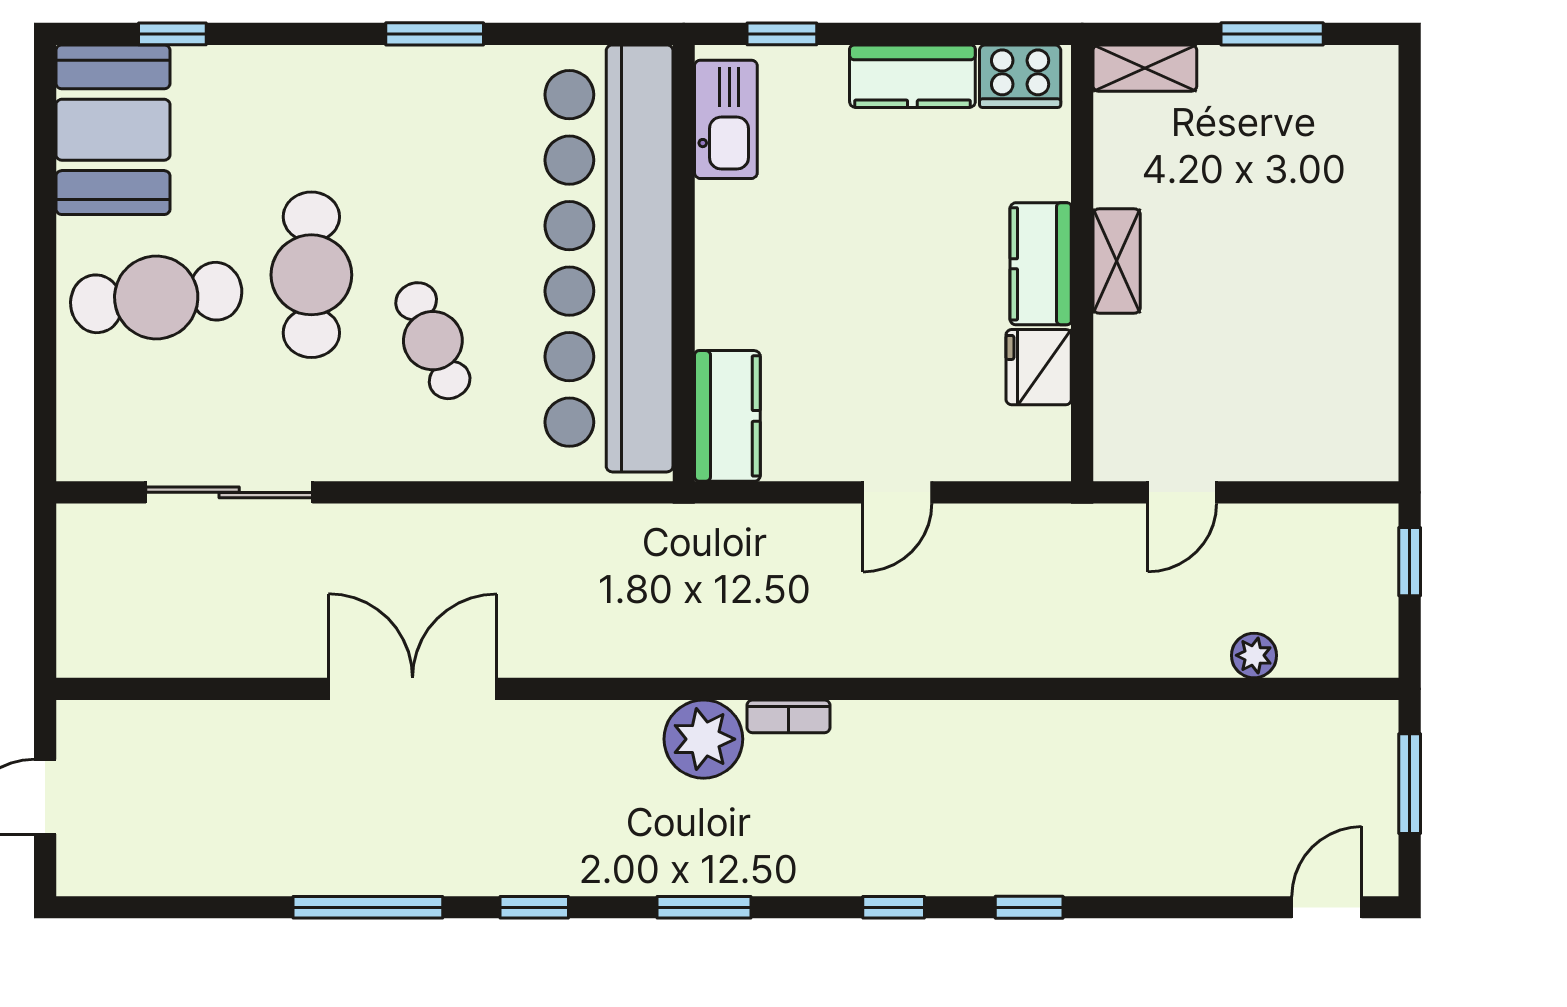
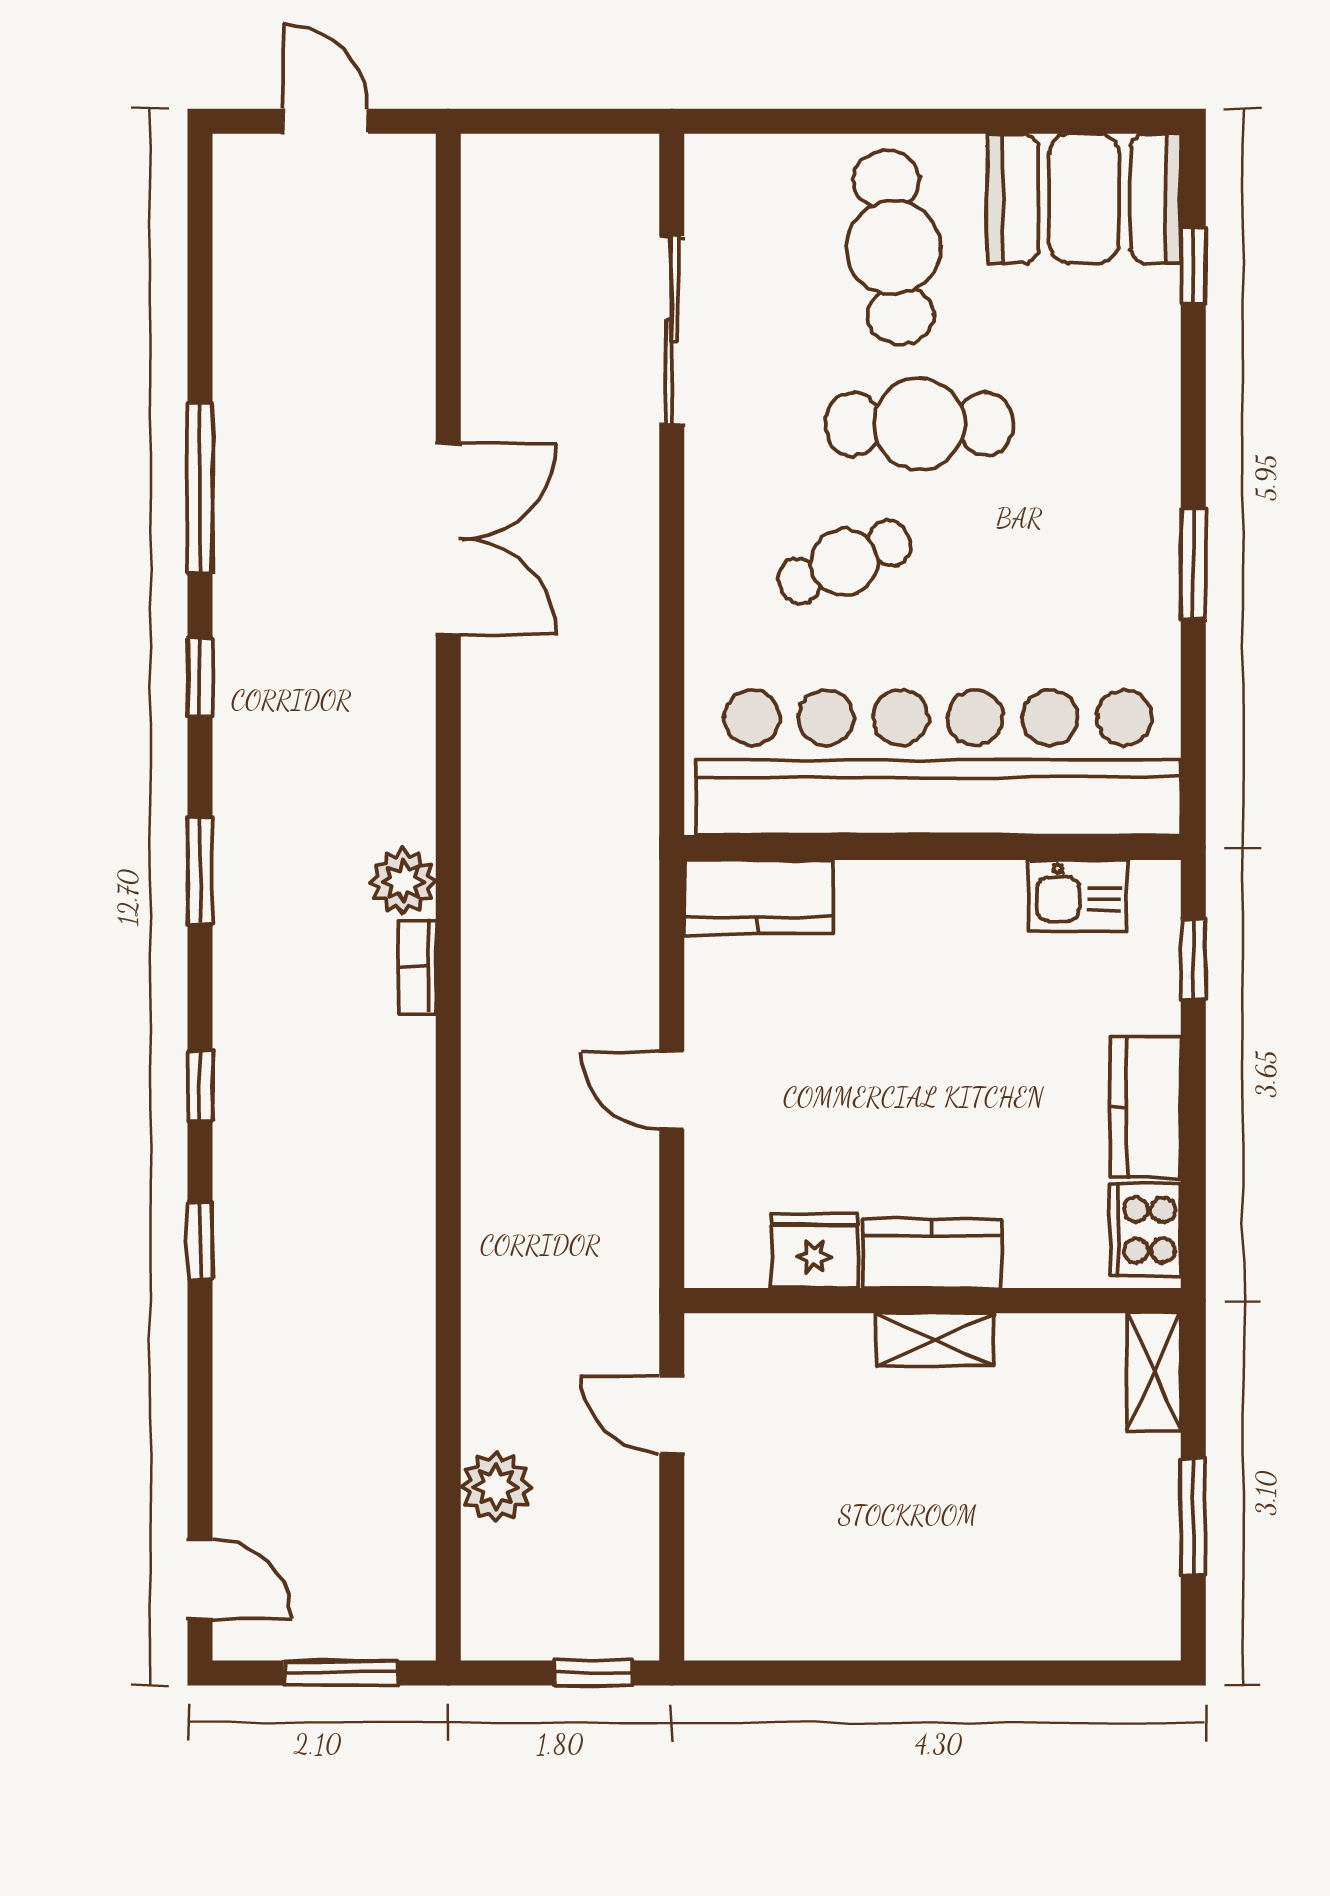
kitchen sink: (726, 119) -> (1078, 895), width x0.73
plant: (1254, 655) -> (496, 1486), width x1.38, depth x1.38
plant: (703, 739) -> (403, 882), width x0.73, depth x0.73

